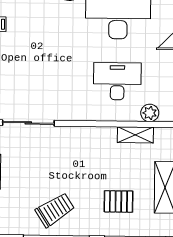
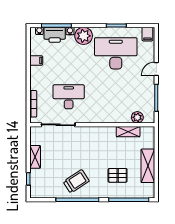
desk: (117, 81) -> (69, 97), moved

